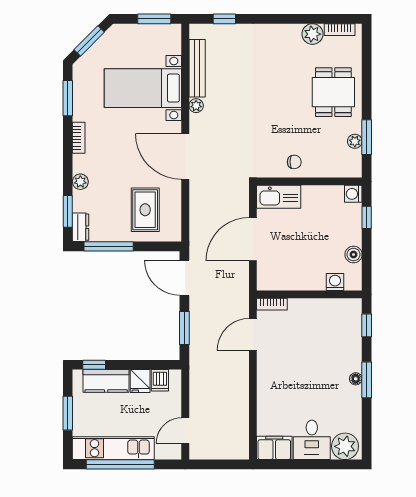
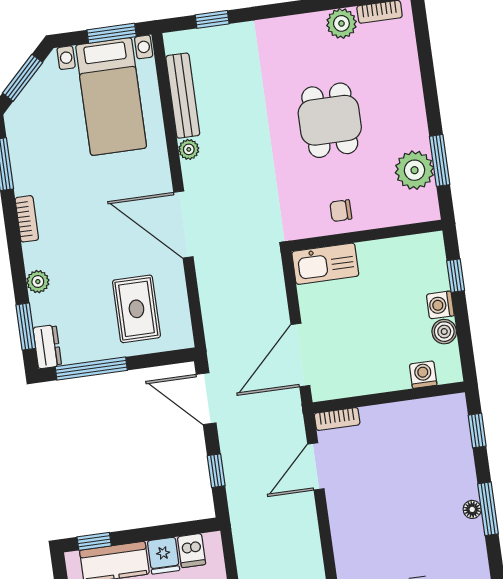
bed with nightstands: (143, 88) -> (111, 97), moved, turned -90
dining table: (333, 92) -> (330, 120), moved
plant: (355, 141) -> (415, 170), width x1.88, depth x1.88
chair: (294, 162) -> (341, 211), turned 180
washing machine: (353, 194) -> (440, 305), moved
door: (253, 239) -> (300, 355), moved
window: (184, 328) -> (216, 471), width x0.67

